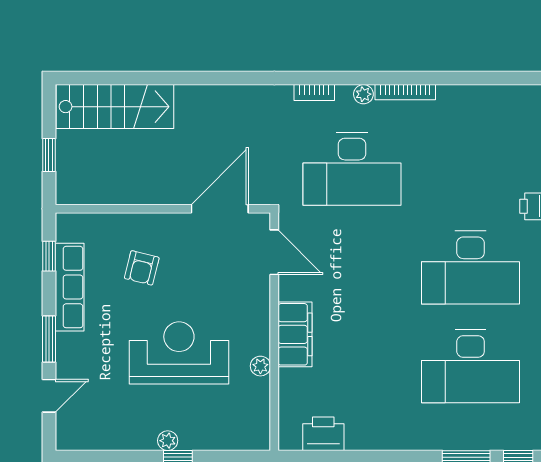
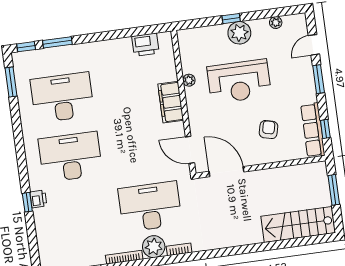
plant: (363, 94) -> (154, 247), width x1.87, depth x1.87
window: (49, 155) -> (334, 190), width x1.50
door: (220, 209) -> (226, 172), swing flipped
row of seats: (70, 287) -> (313, 130), moved
plant: (106, 441) -> (276, 23), added
plant: (168, 441) -> (239, 33), width x1.87, depth x1.87

